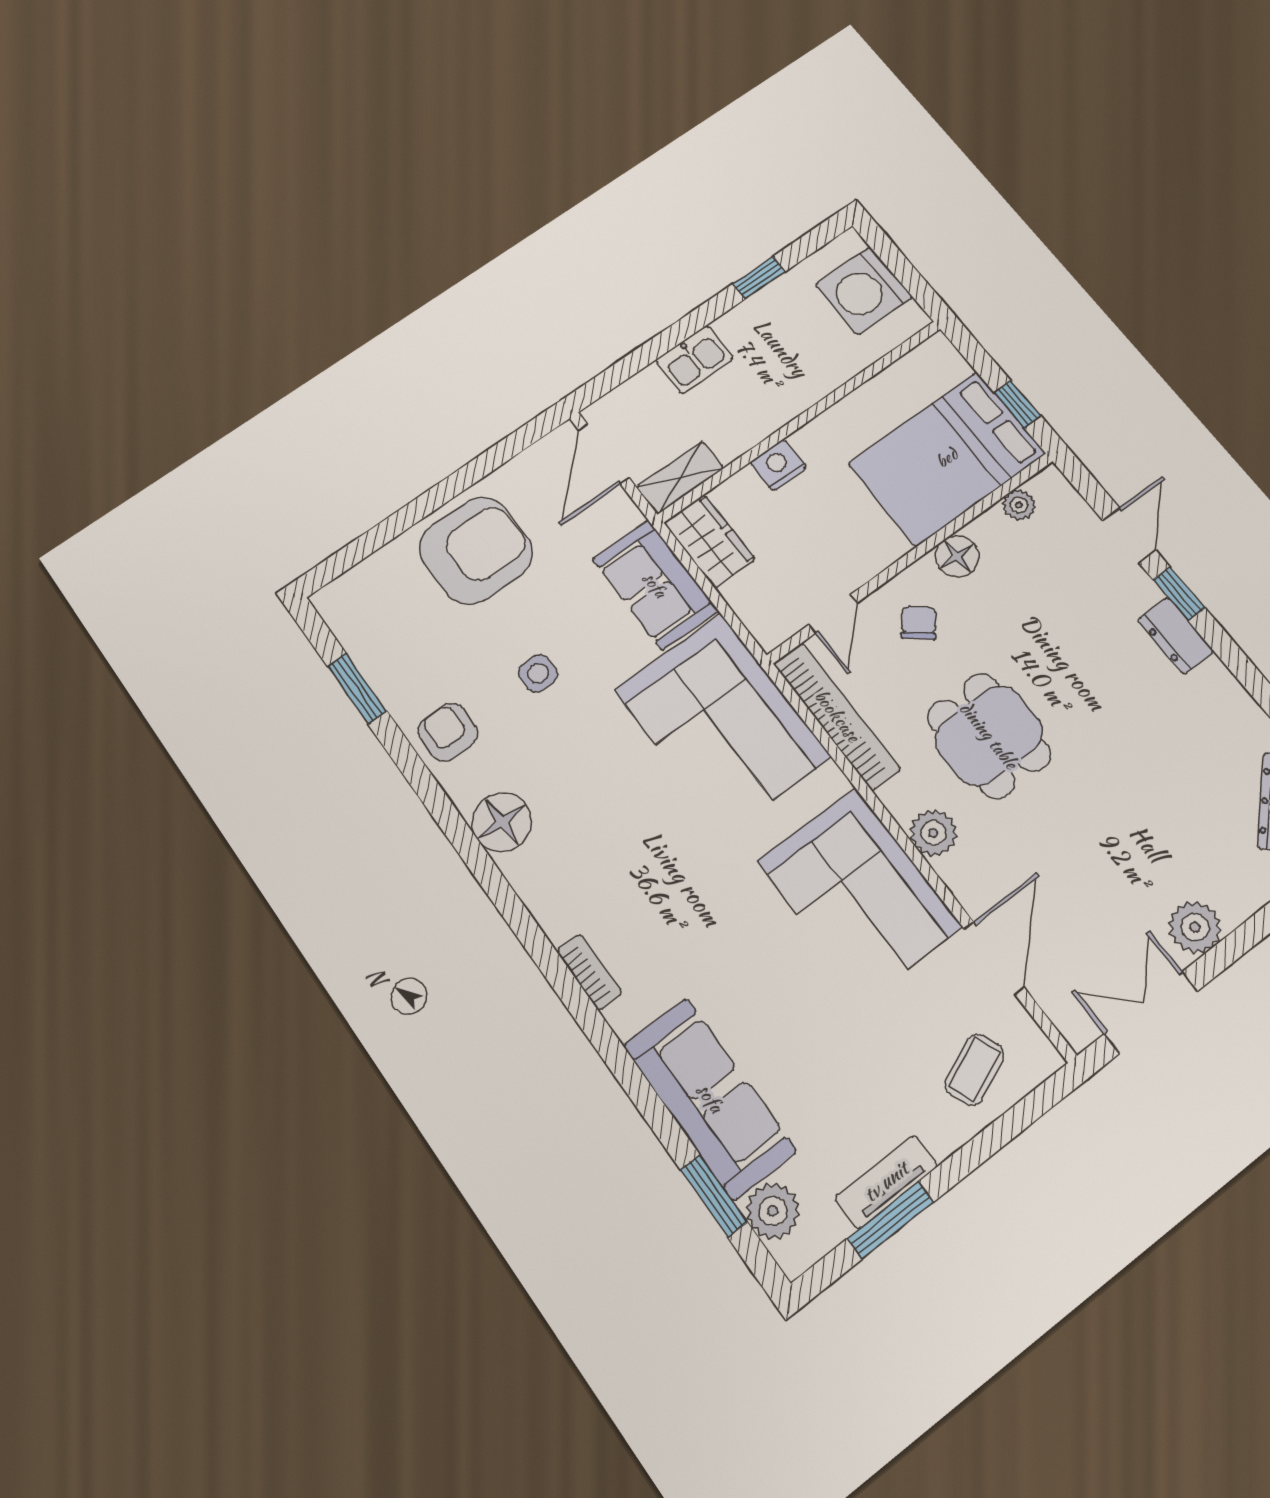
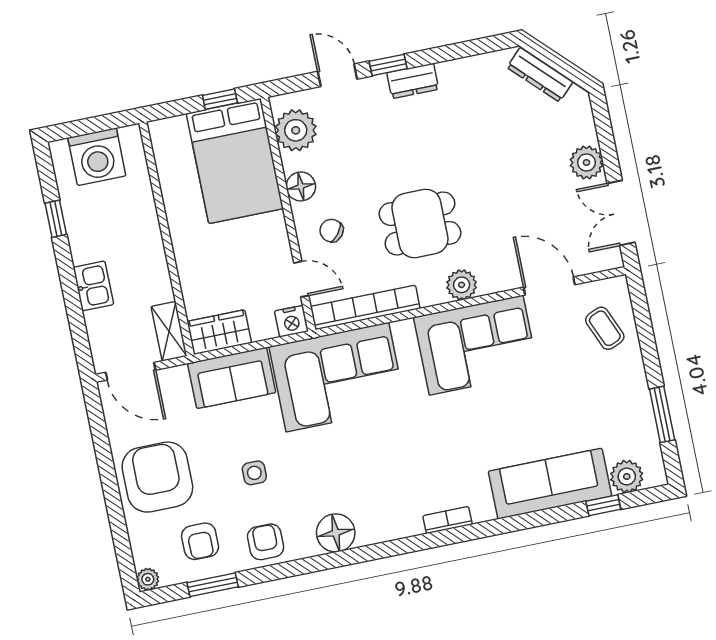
nightstand: (778, 465) -> (291, 321), moved, turned -90
plant: (1019, 505) -> (296, 130), width x1.88, depth x1.88
plant: (329, 601) -> (148, 579), added
armchair: (411, 645) -> (200, 541), added
armchair: (448, 732) -> (266, 542), turned 90
tv unit: (886, 1182) -> (641, 407), removed
window: (714, 1196) -> (603, 505), width x0.67

